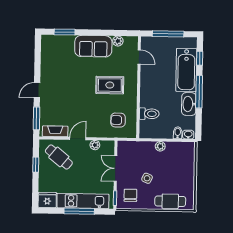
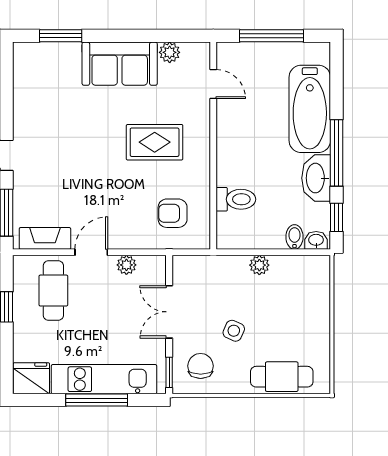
window: (200, 58) -> (337, 217), moved
cafe table: (59, 157) -> (53, 291), turned 51

